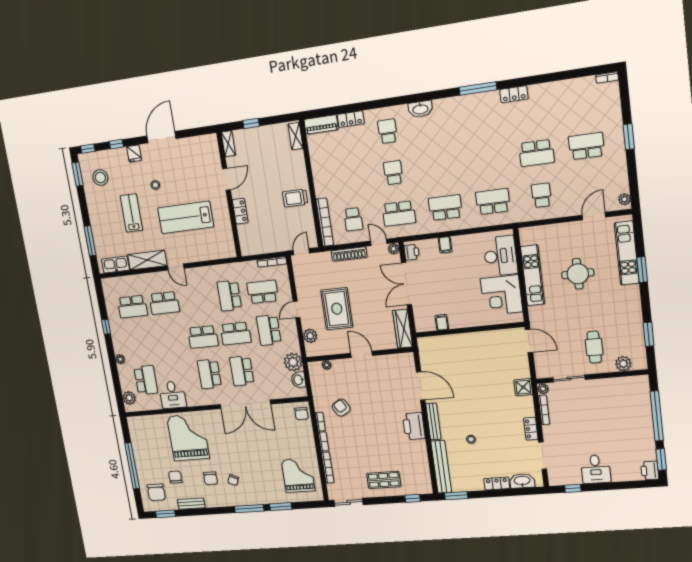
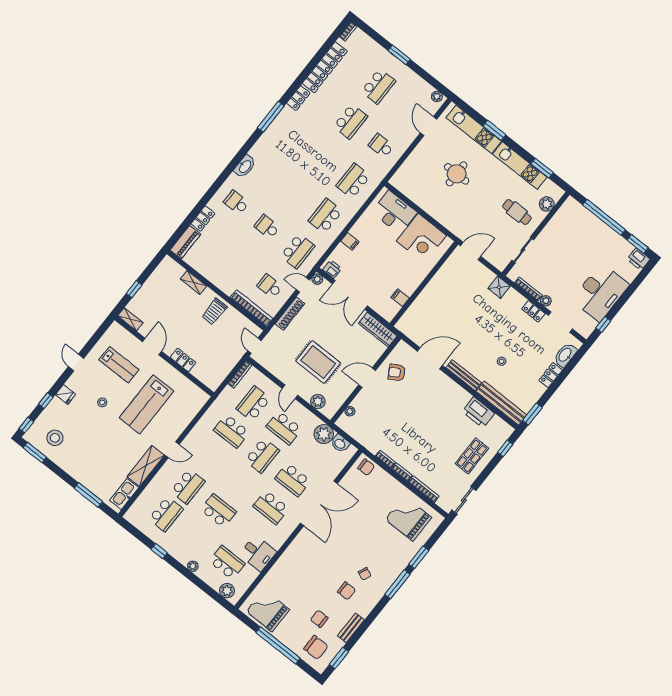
locker: (559, 89) -> (325, 67), added
shelving: (296, 136) -> (194, 282), moved
door: (161, 137) -> (76, 362), width x0.53
school desk: (586, 146) -> (378, 86), turned 180
lab bench: (131, 213) -> (119, 365), moved, turned 180
school desk: (353, 219) -> (270, 286), turned 180
kitchen unit: (533, 275) -> (520, 166), moved, turned 180
school desk: (203, 337) -> (218, 511), moved, turned -90
plant: (543, 389) -> (546, 301), moved
armchair: (341, 408) -> (397, 373), moved
printer: (414, 426) -> (478, 412), moved
grand piano: (188, 437) -> (268, 610), moved, width x0.73, depth x0.68
desk: (596, 469) -> (600, 292), width x1.87, depth x1.30

